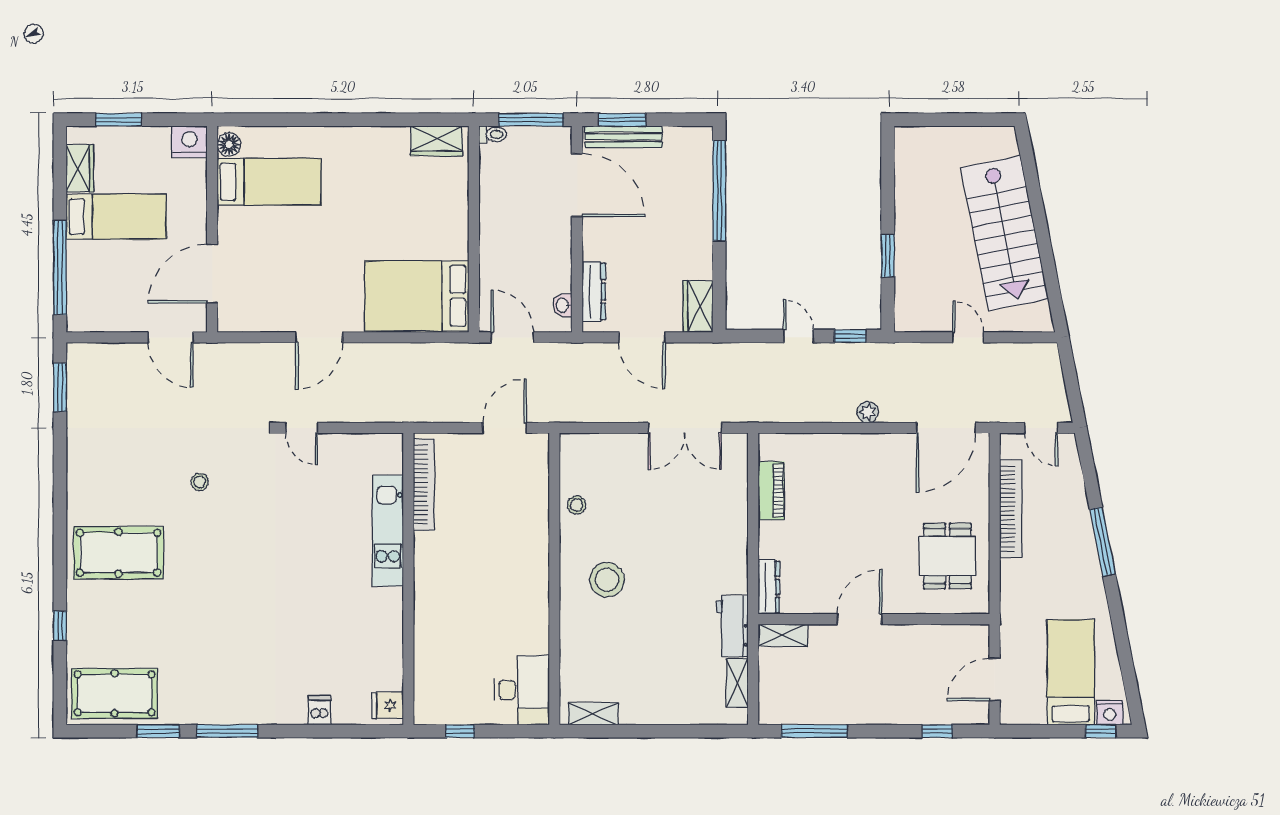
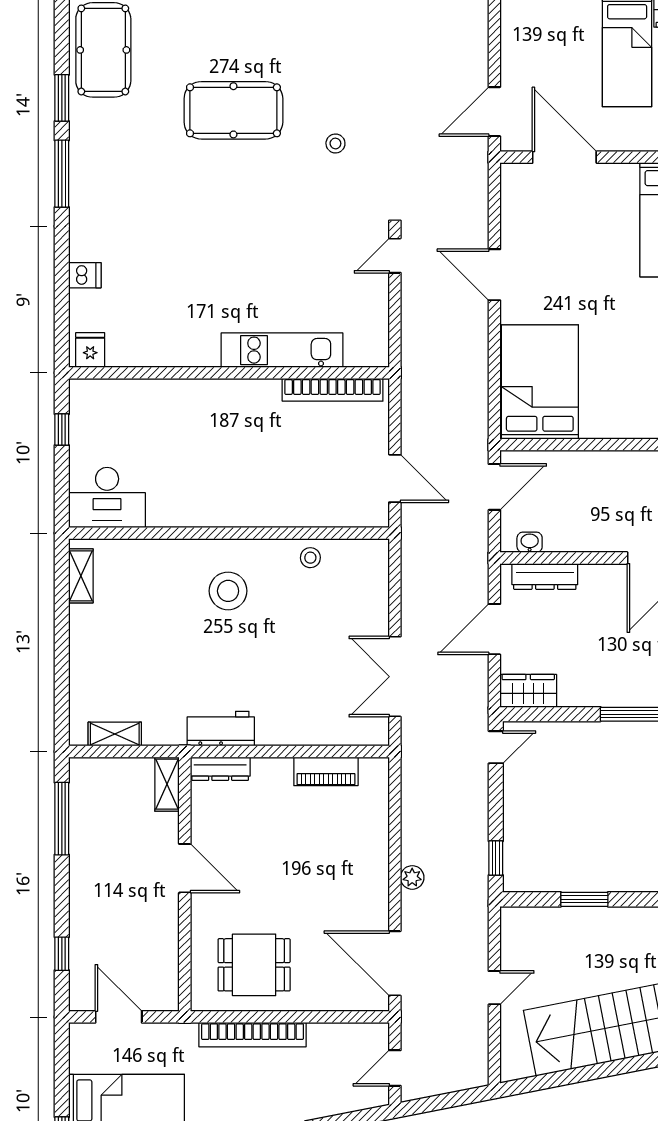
door: (799, 336) -> (496, 747), moved
bookcase: (1011, 509) -> (253, 1035), moved
pool table: (119, 553) -> (233, 110), moved, turned 90
workbench: (732, 626) -> (221, 729), moved

